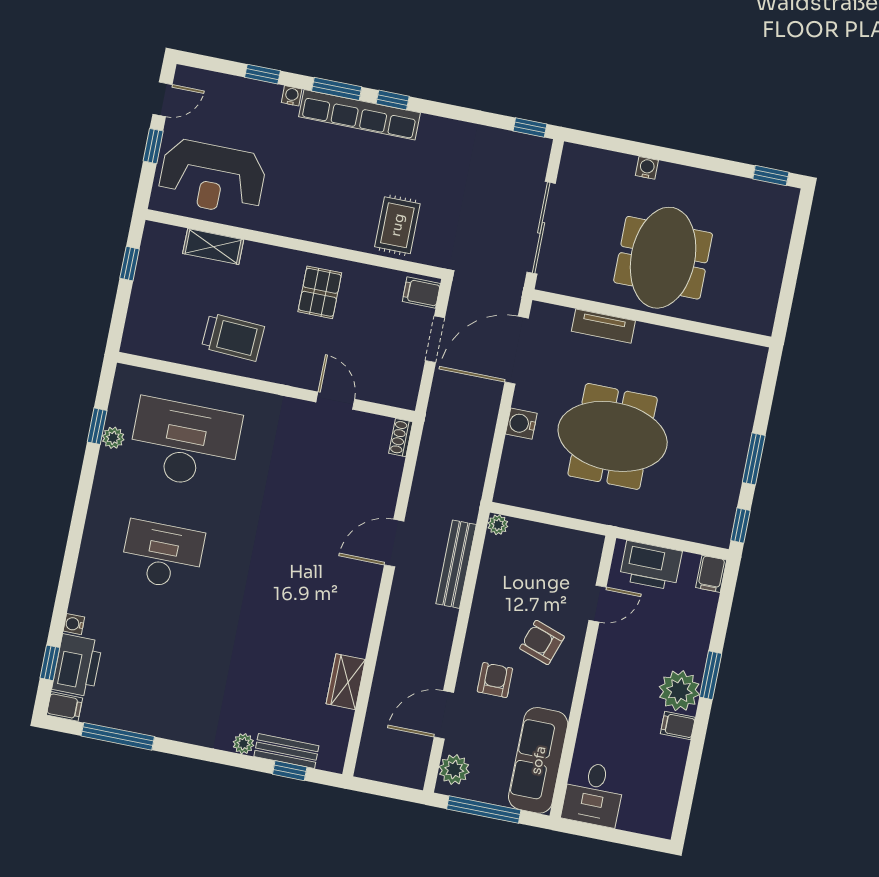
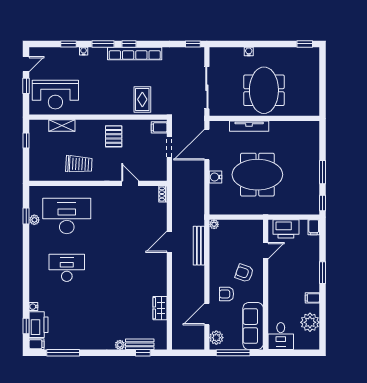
row of seats: (359, 115) -> (135, 53), moved
tv unit: (603, 326) -> (249, 126), width x1.41
armchair: (495, 680) -> (227, 294), turned -90
plant: (679, 691) -> (310, 322), moved

